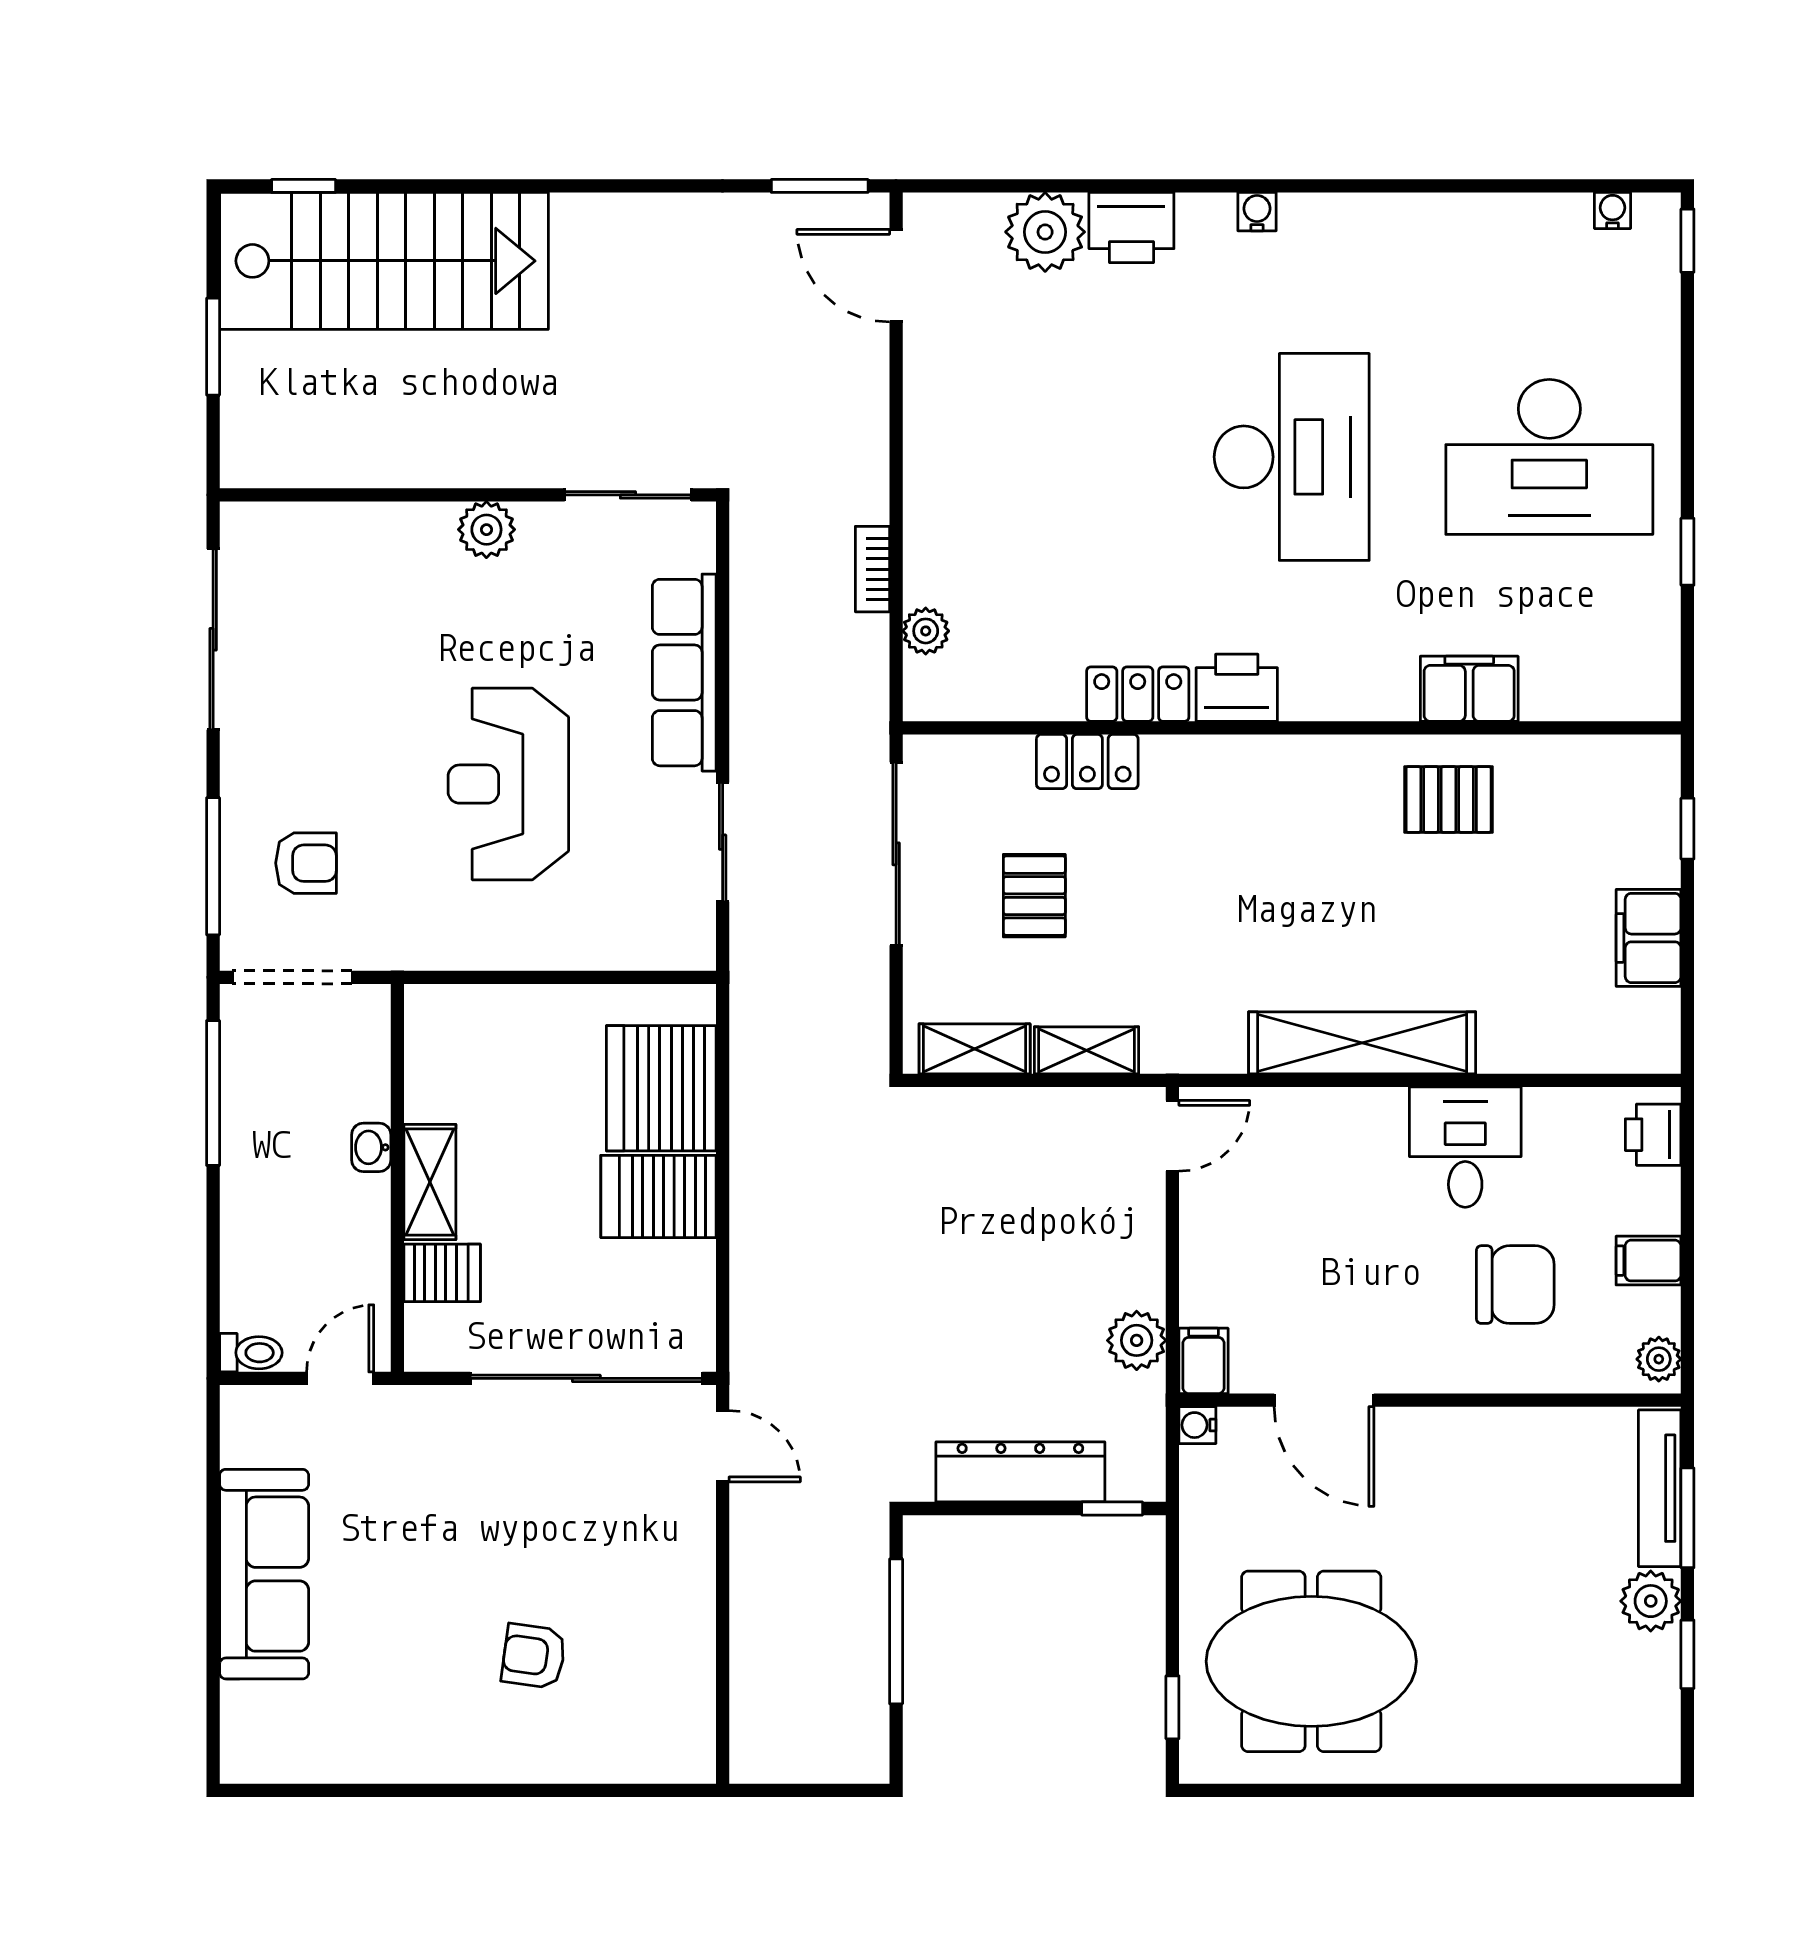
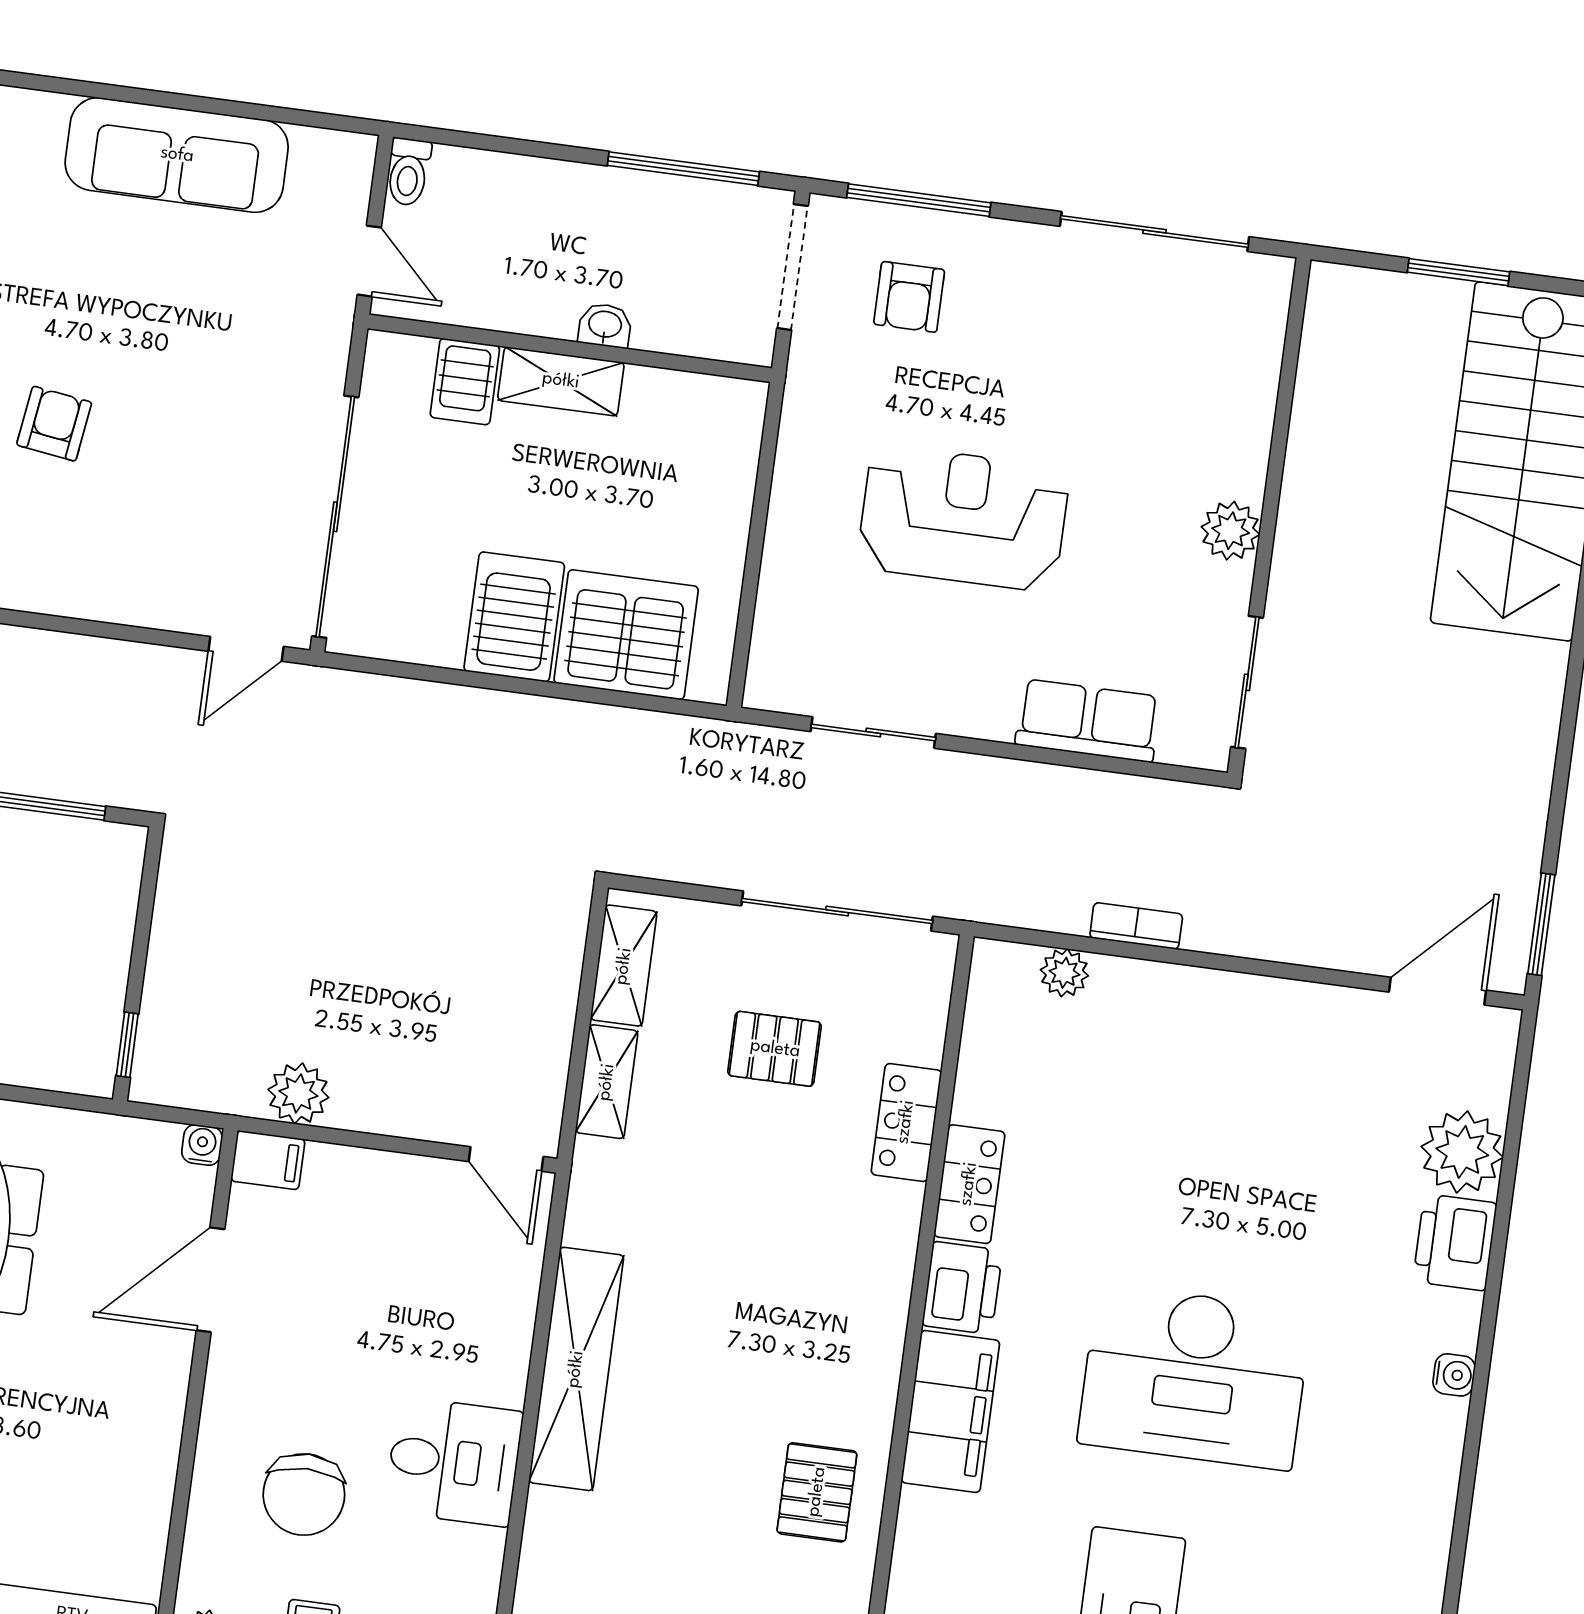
row of seats: (684, 673) -> (1088, 721), width x0.68
filing cabinet: (1469, 689) -> (950, 1411), moved, width x1.50, depth x1.17
dresser: (1020, 1472) -> (178, 954), removed

